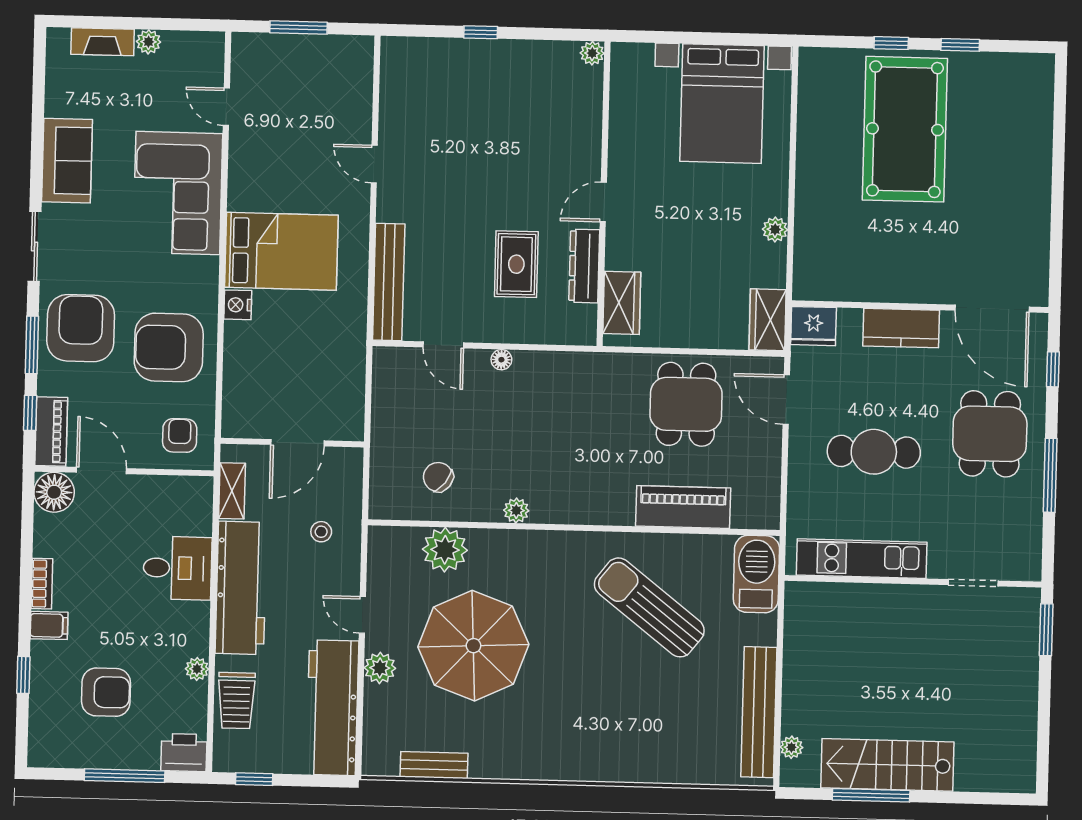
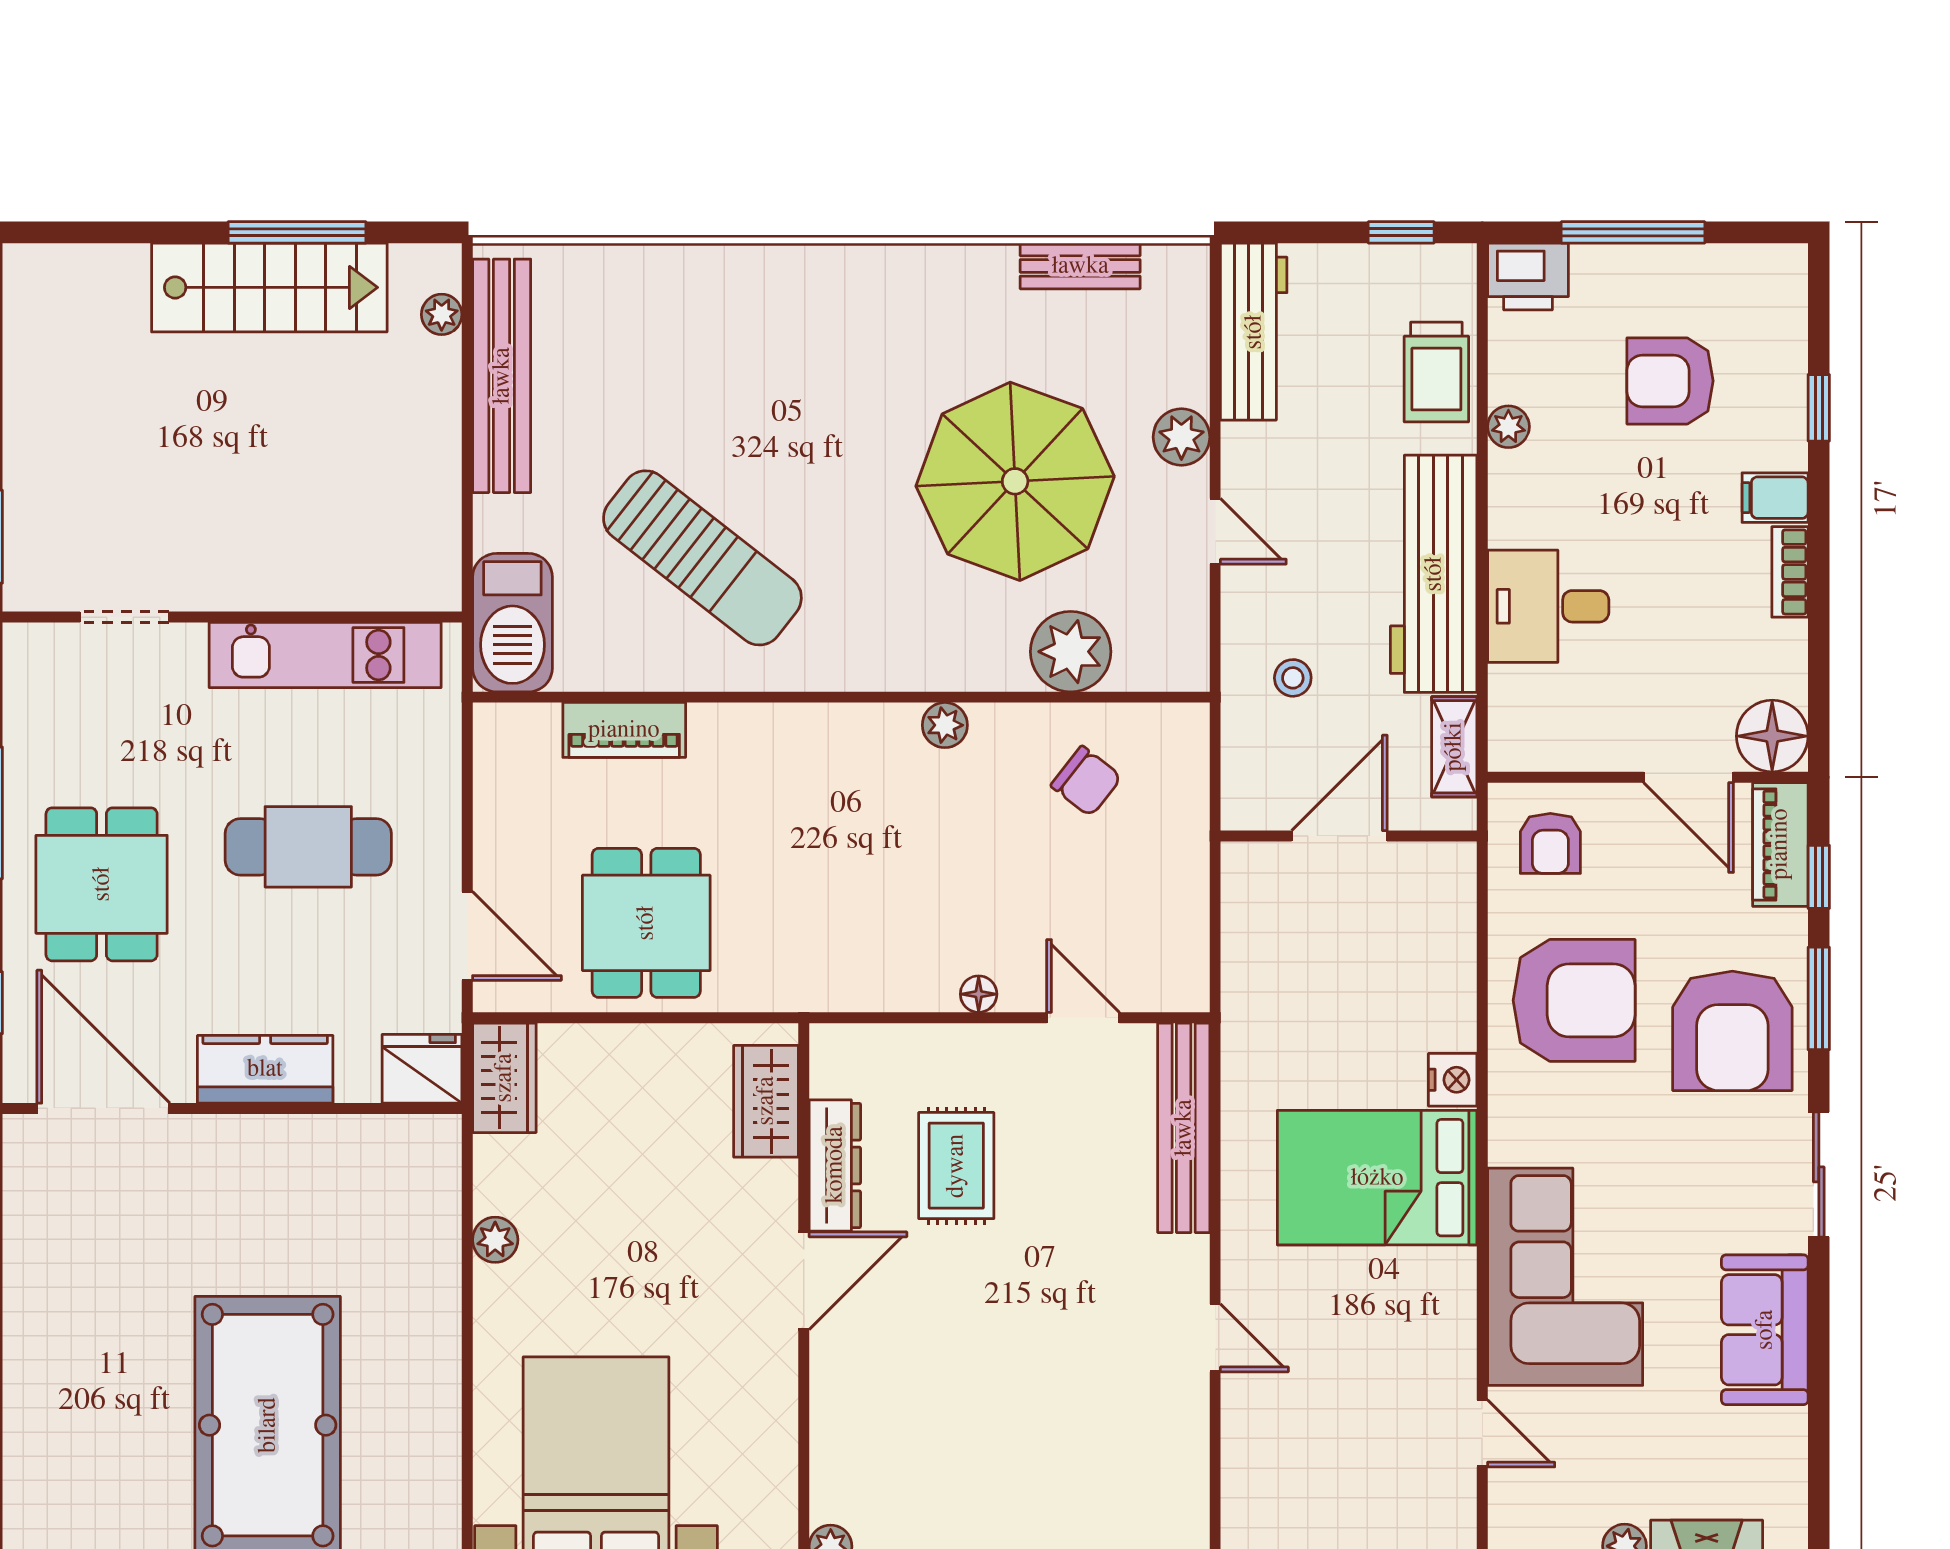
door: (603, 202) -> (804, 1281), width x1.38
piano: (683, 507) -> (624, 730), width x0.73, depth x0.75
trolley: (236, 701) -> (1436, 372), turned 180
workbench: (332, 708) -> (1254, 332), width x0.73, depth x0.76

